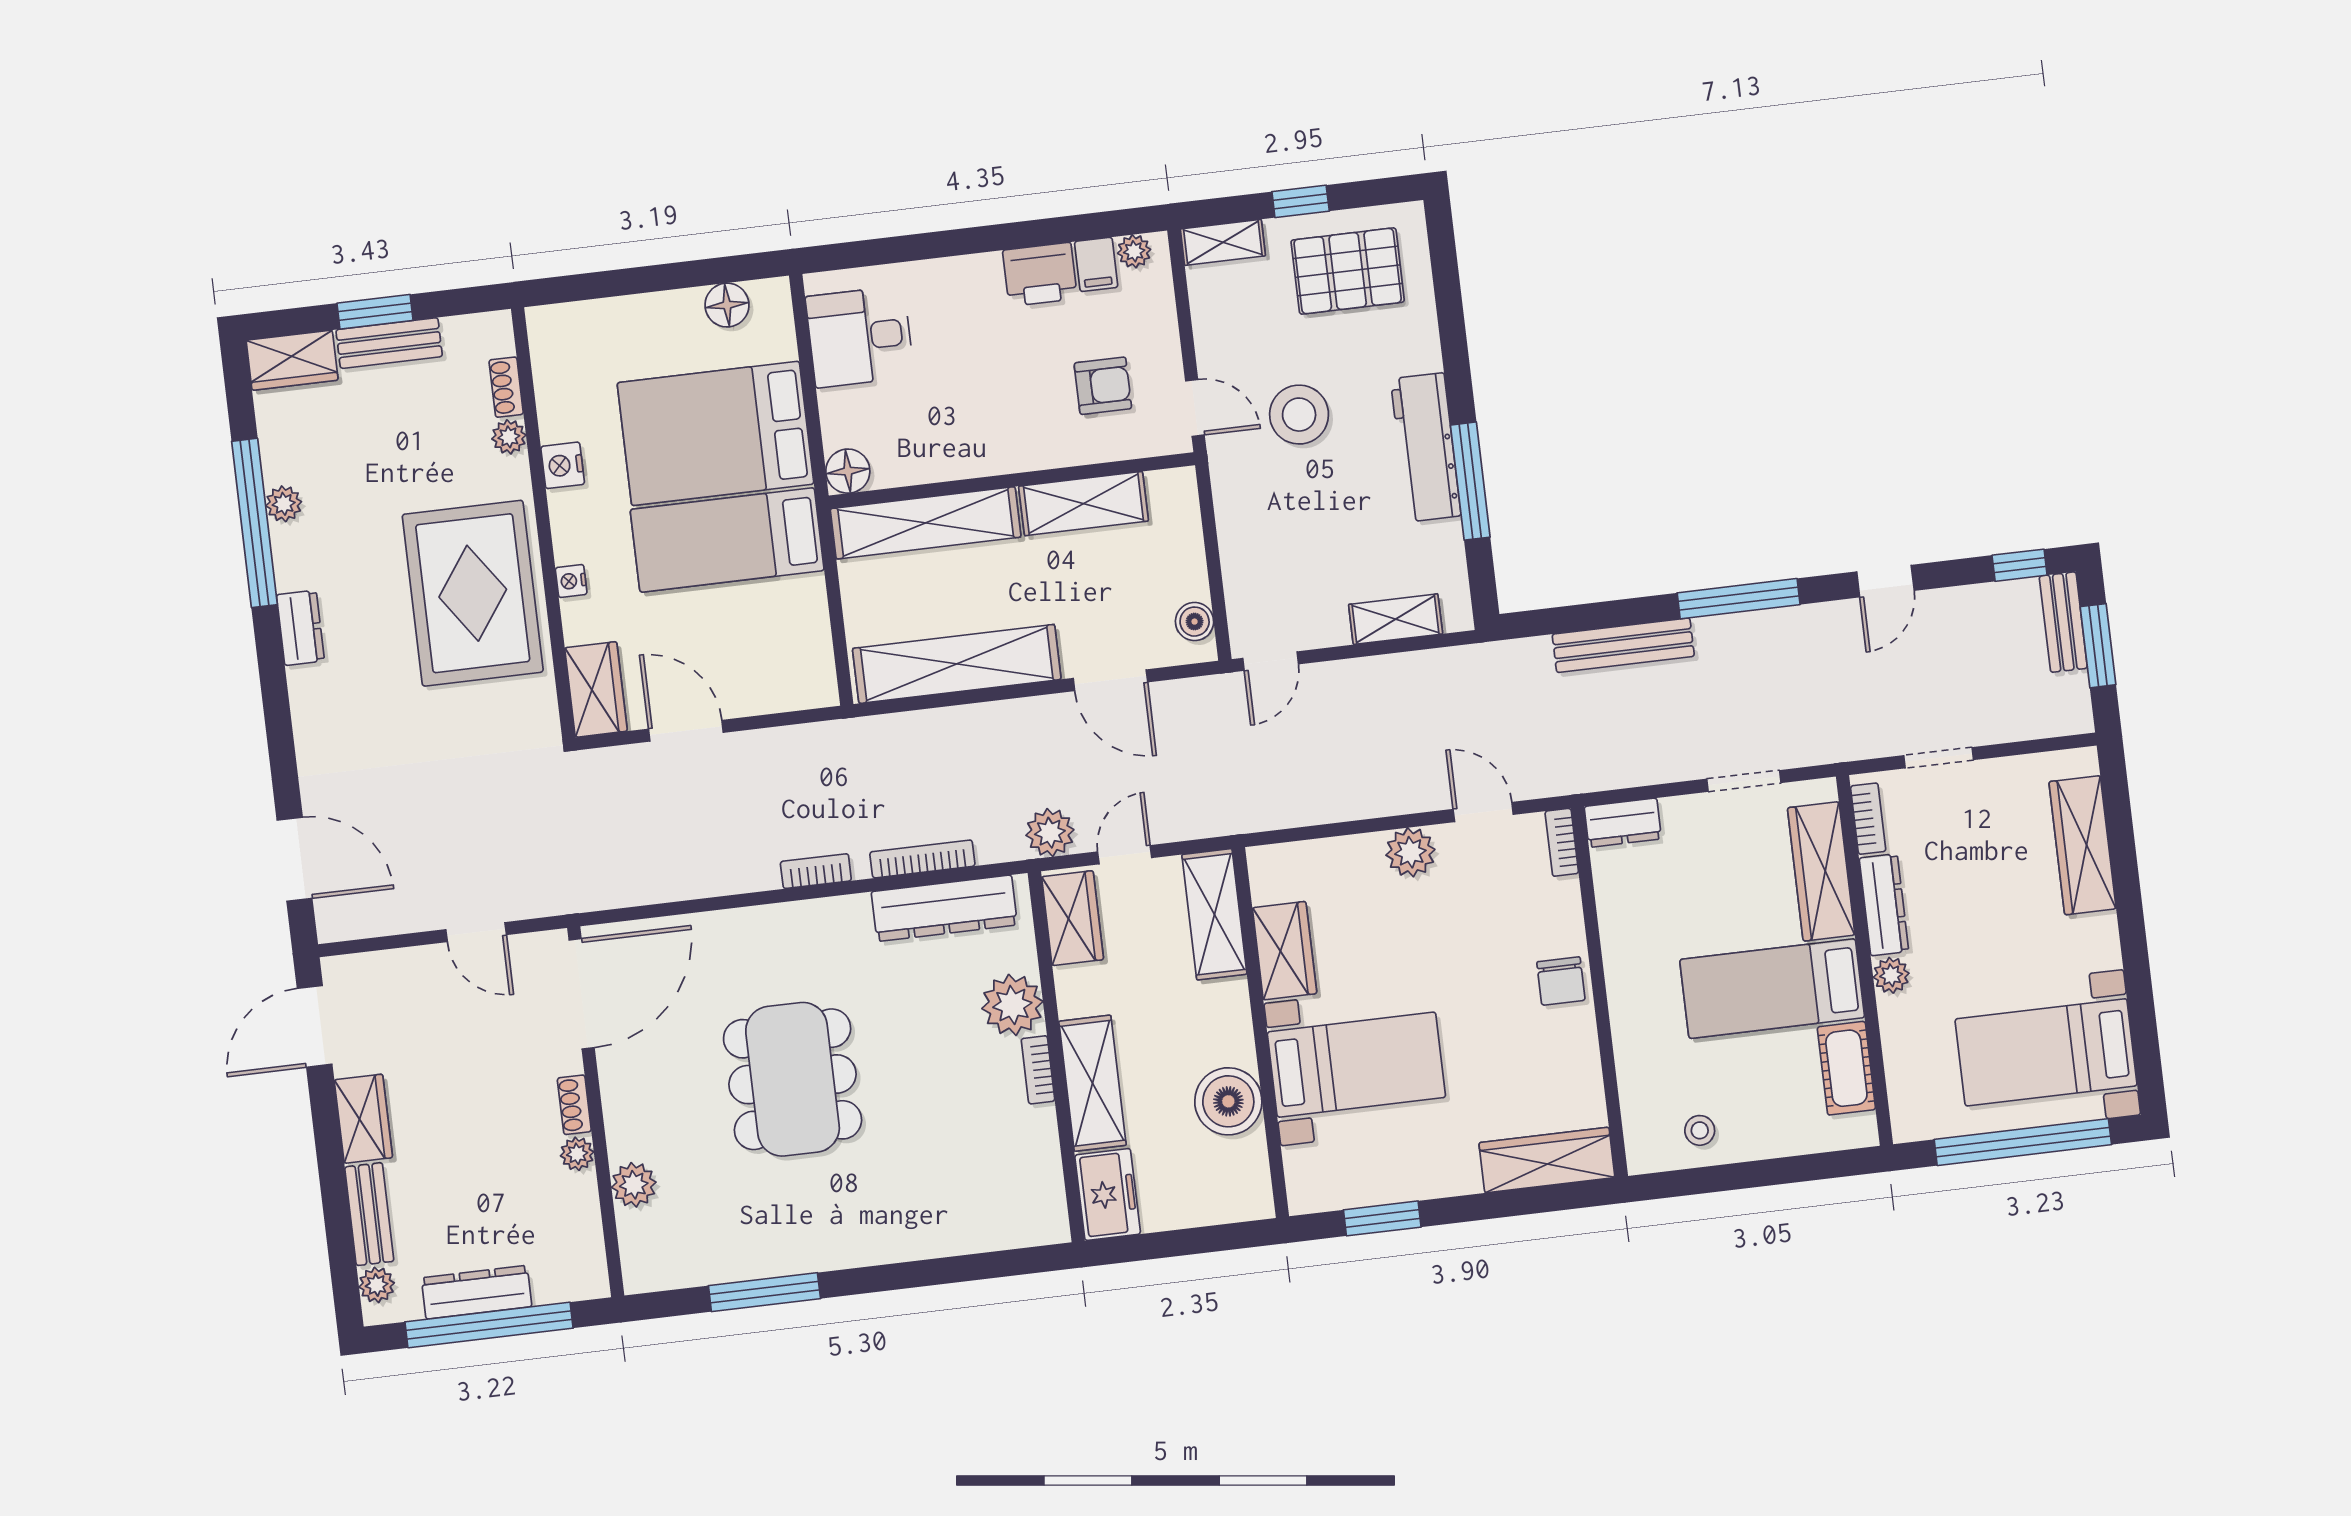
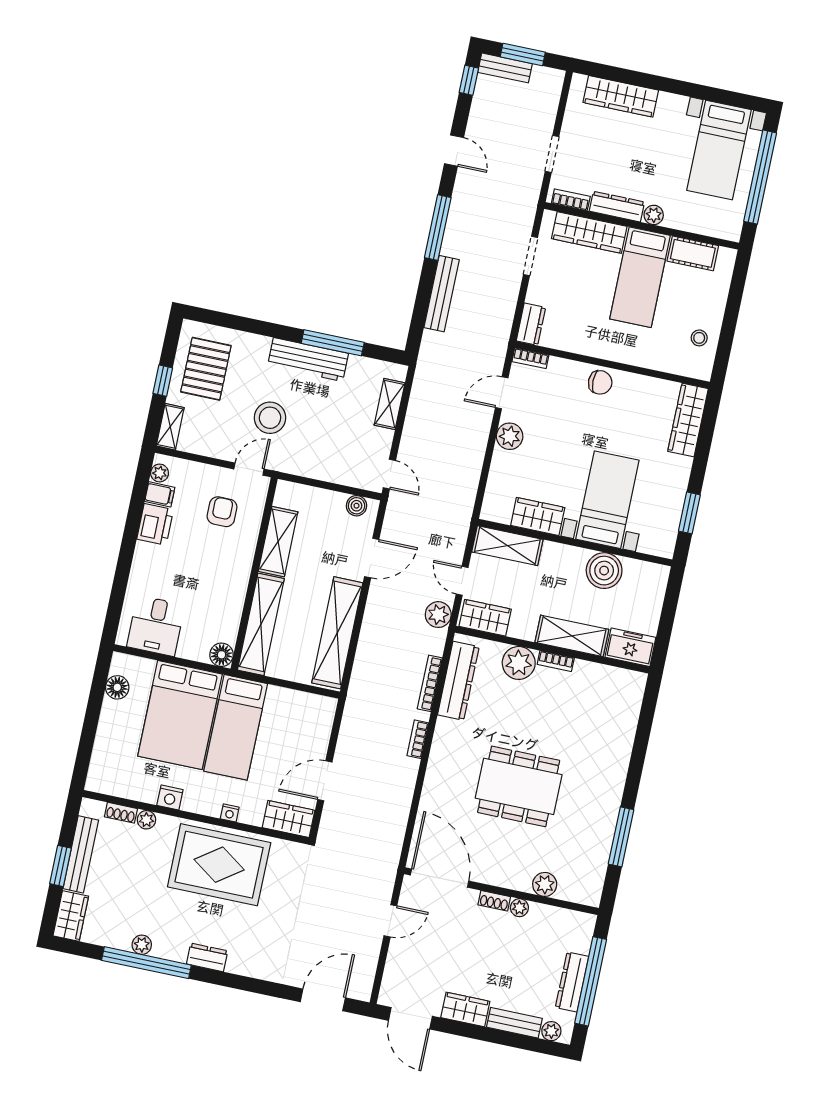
bench: (389, 343) -> (81, 854), width x1.36

